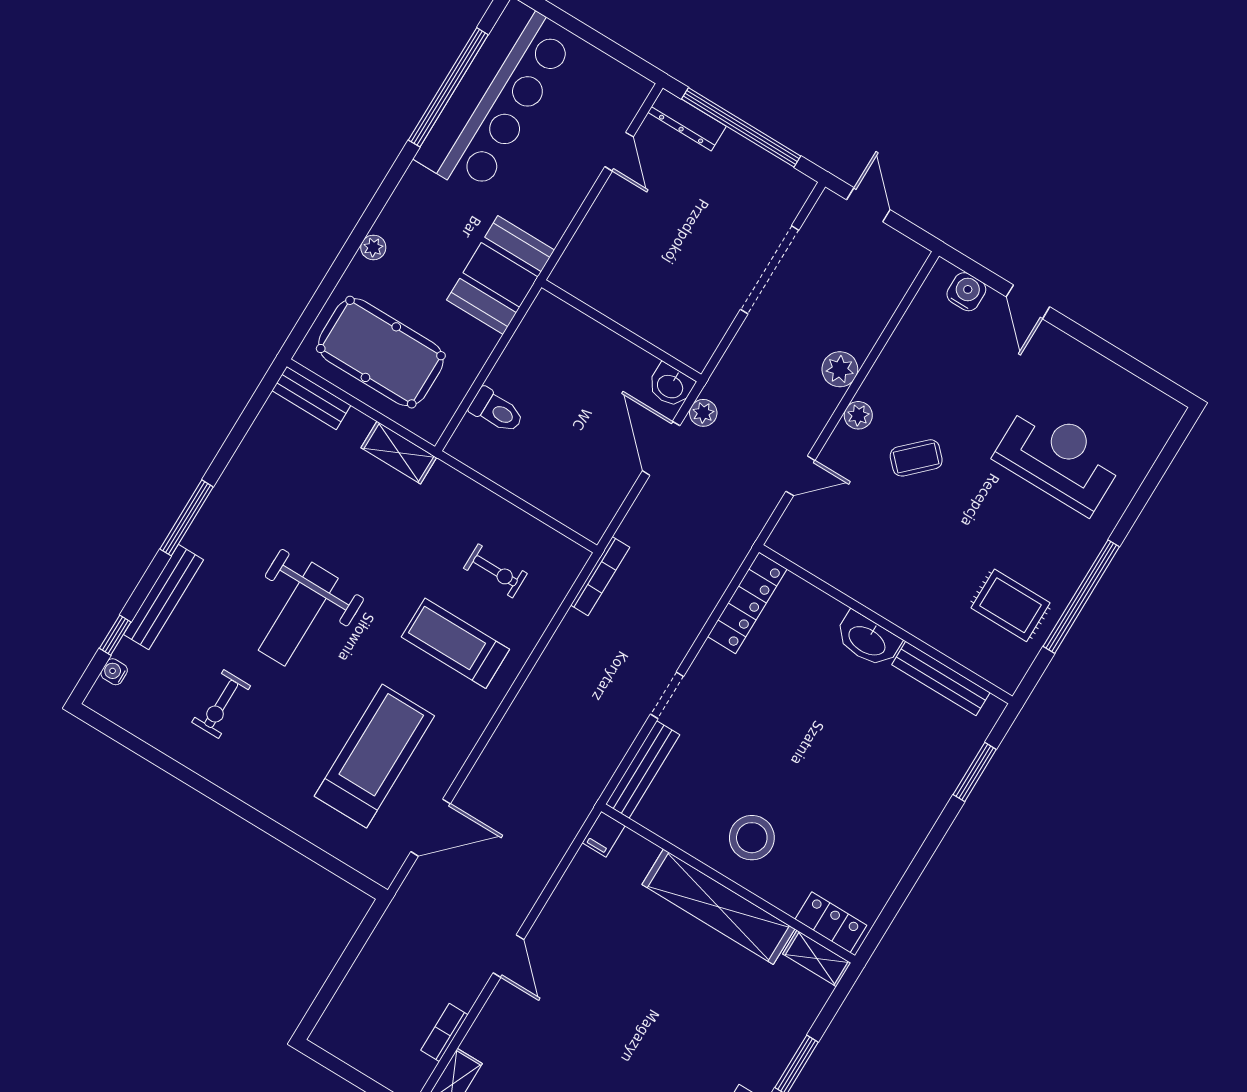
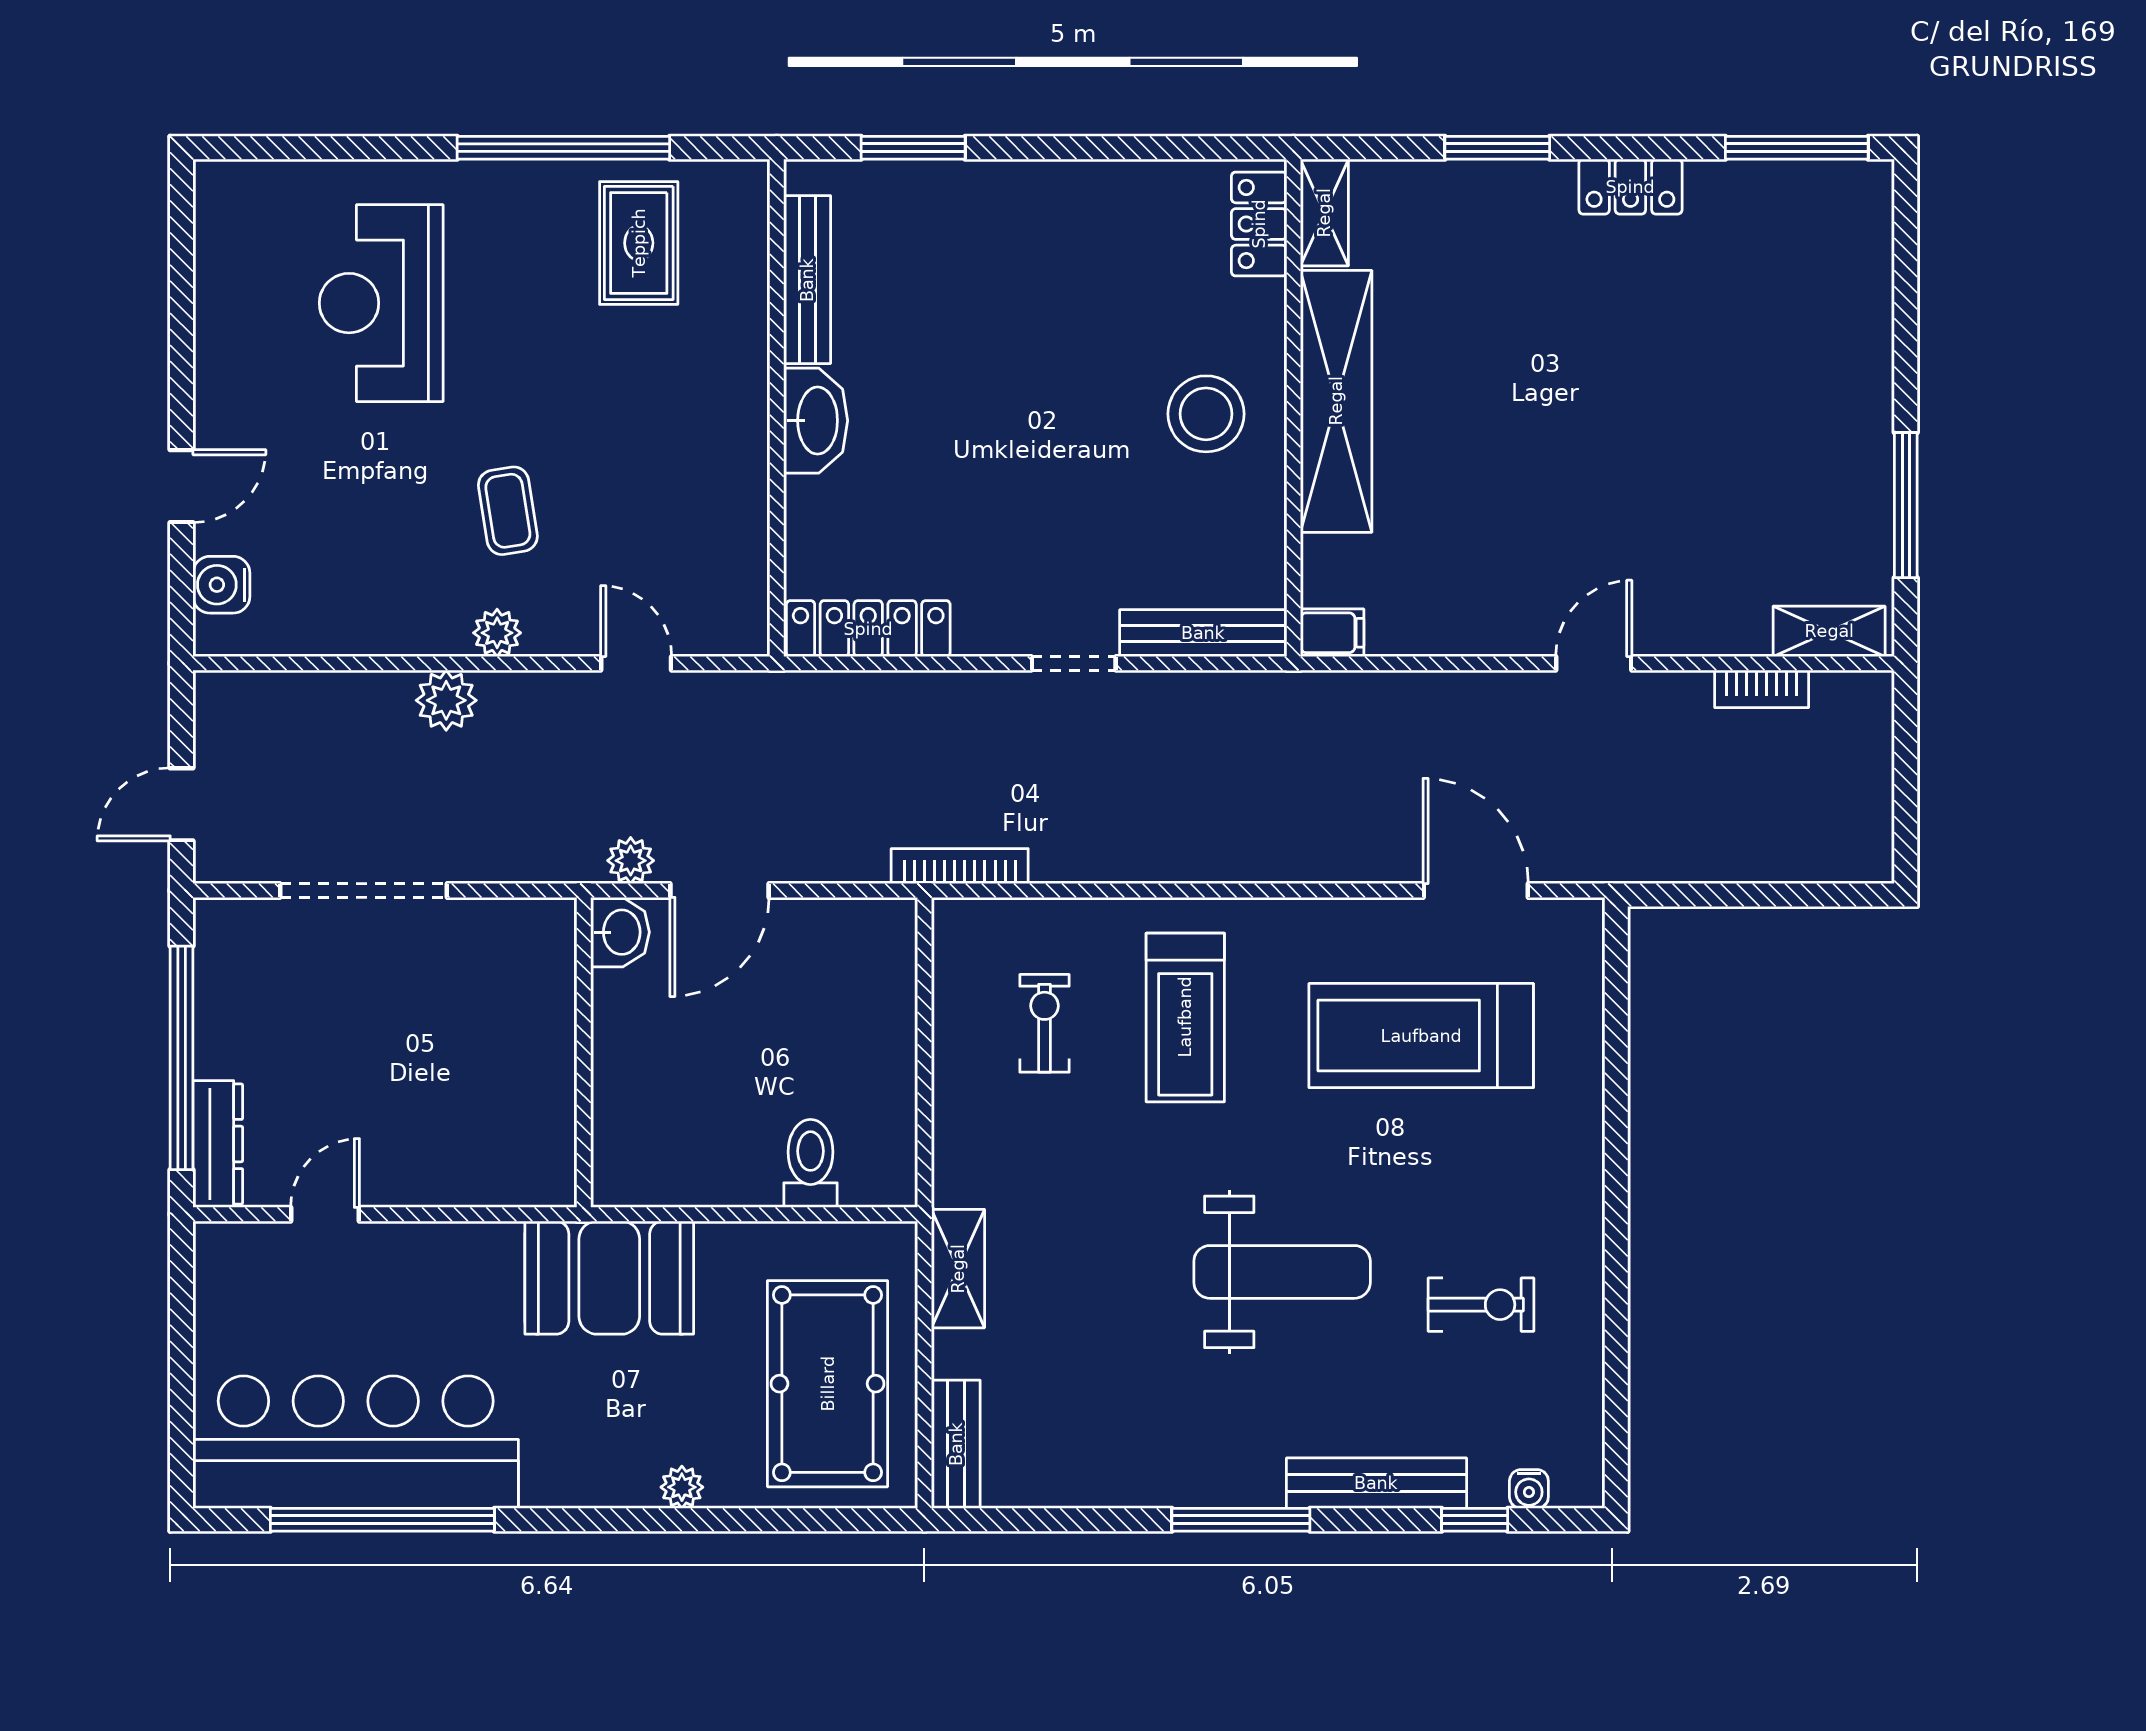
coffee table: (916, 458) -> (508, 511), turned 35

